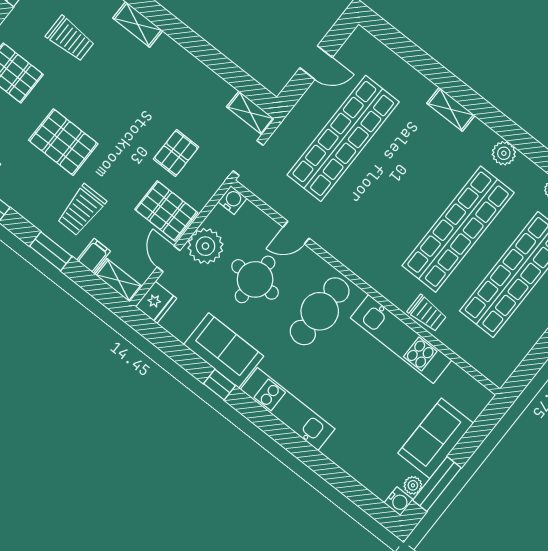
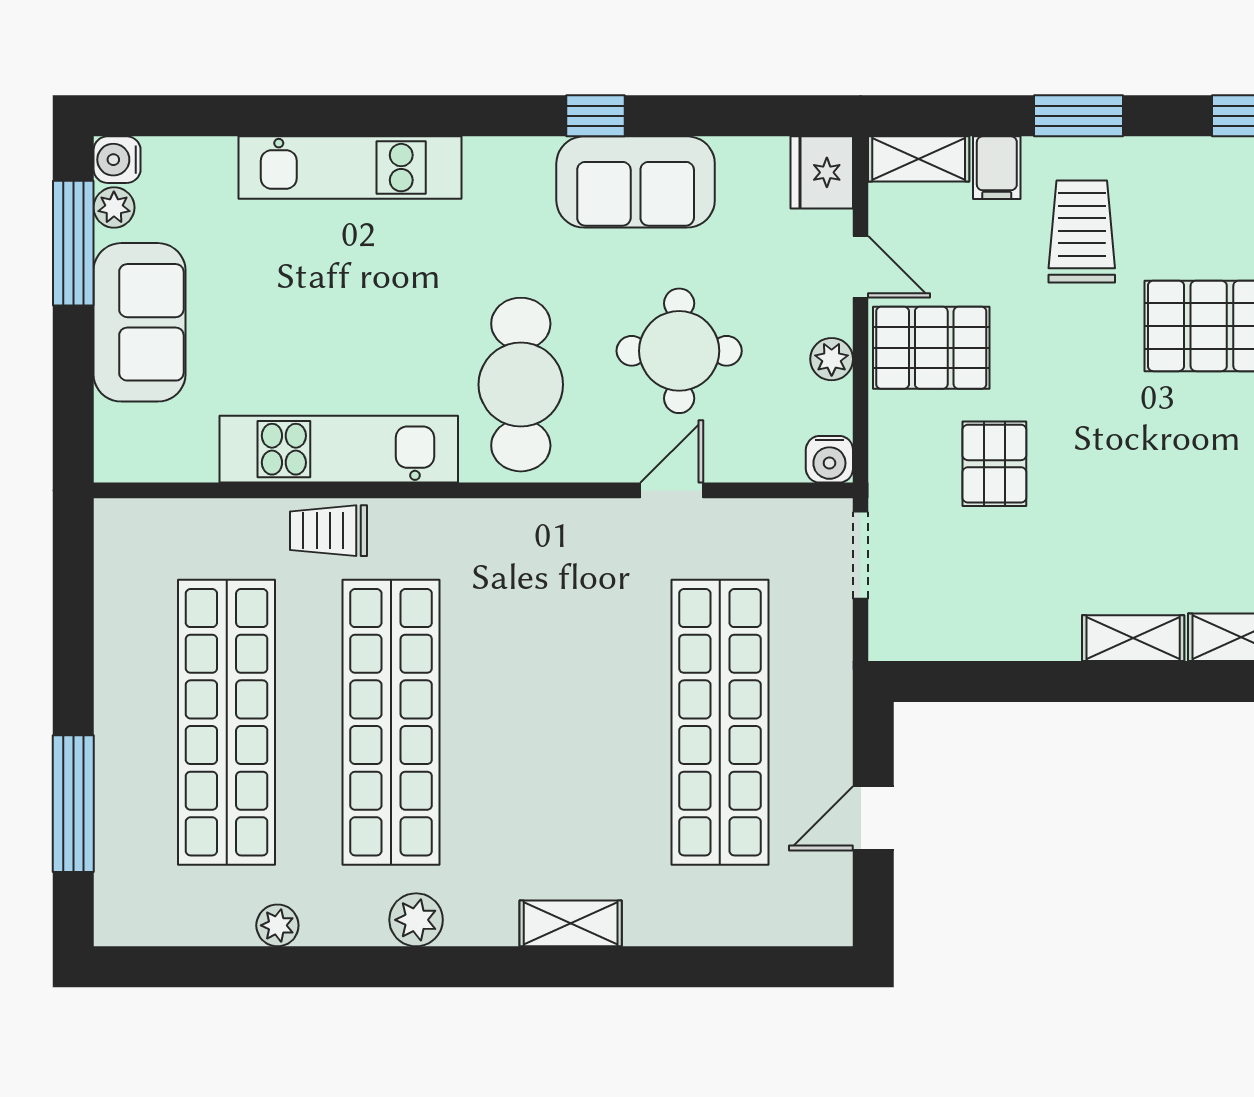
shelving: (250, 113) -> (1133, 638), moved
plant: (205, 246) -> (832, 359), width x0.53, depth x0.53
kitchen unit: (288, 409) -> (350, 168), moved

